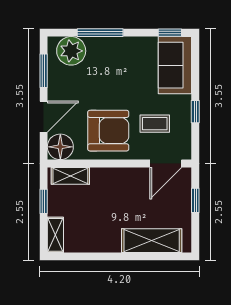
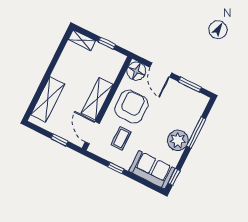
plant: (71, 51) -> (178, 140), moved
armchair: (108, 131) -> (131, 107), turned 180
shelving: (70, 176) -> (97, 99), moved, width x1.50, depth x1.33

